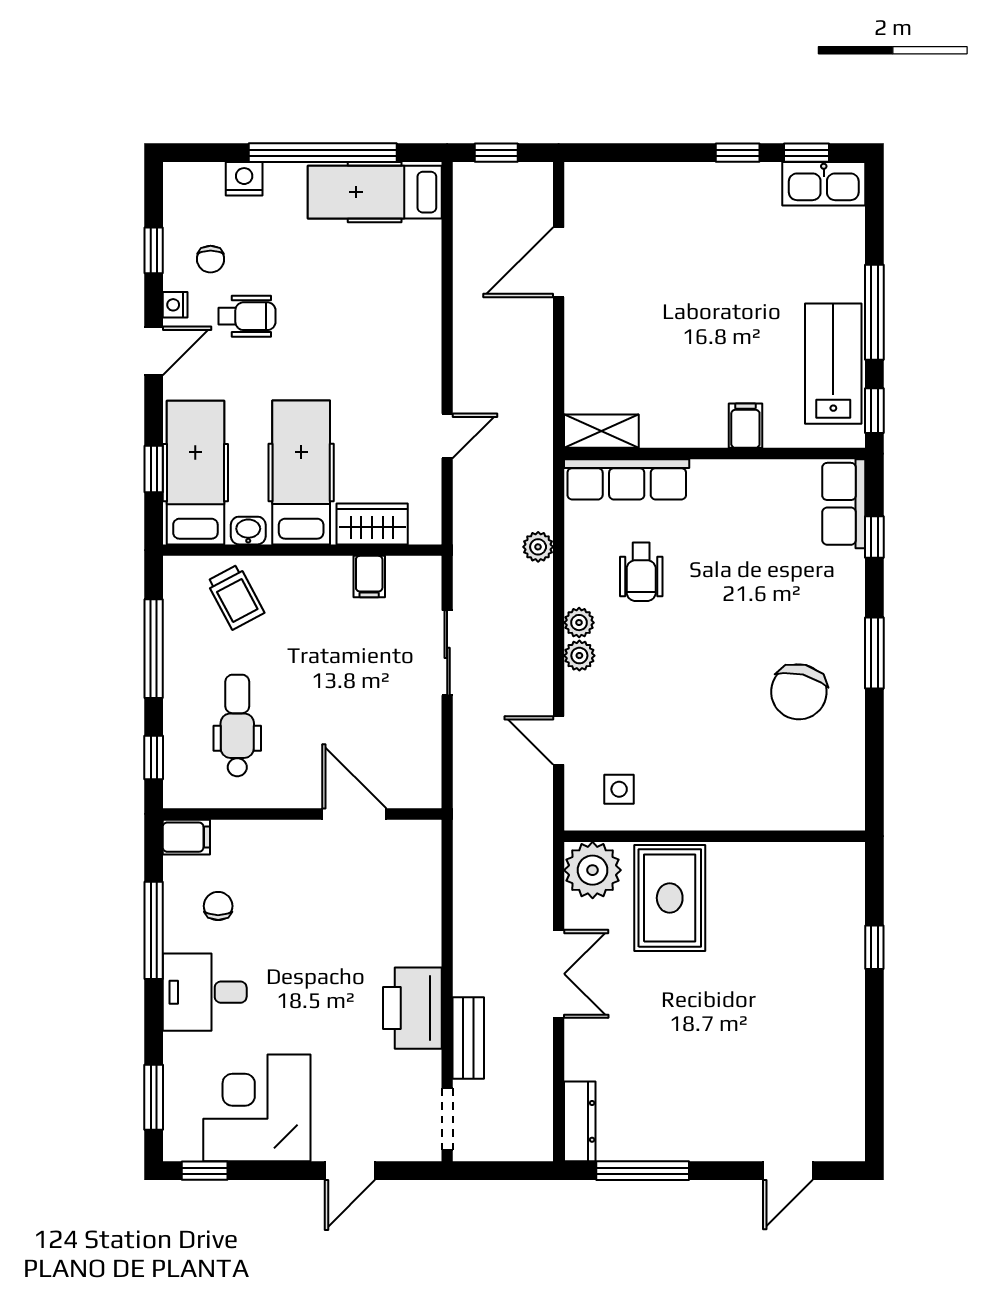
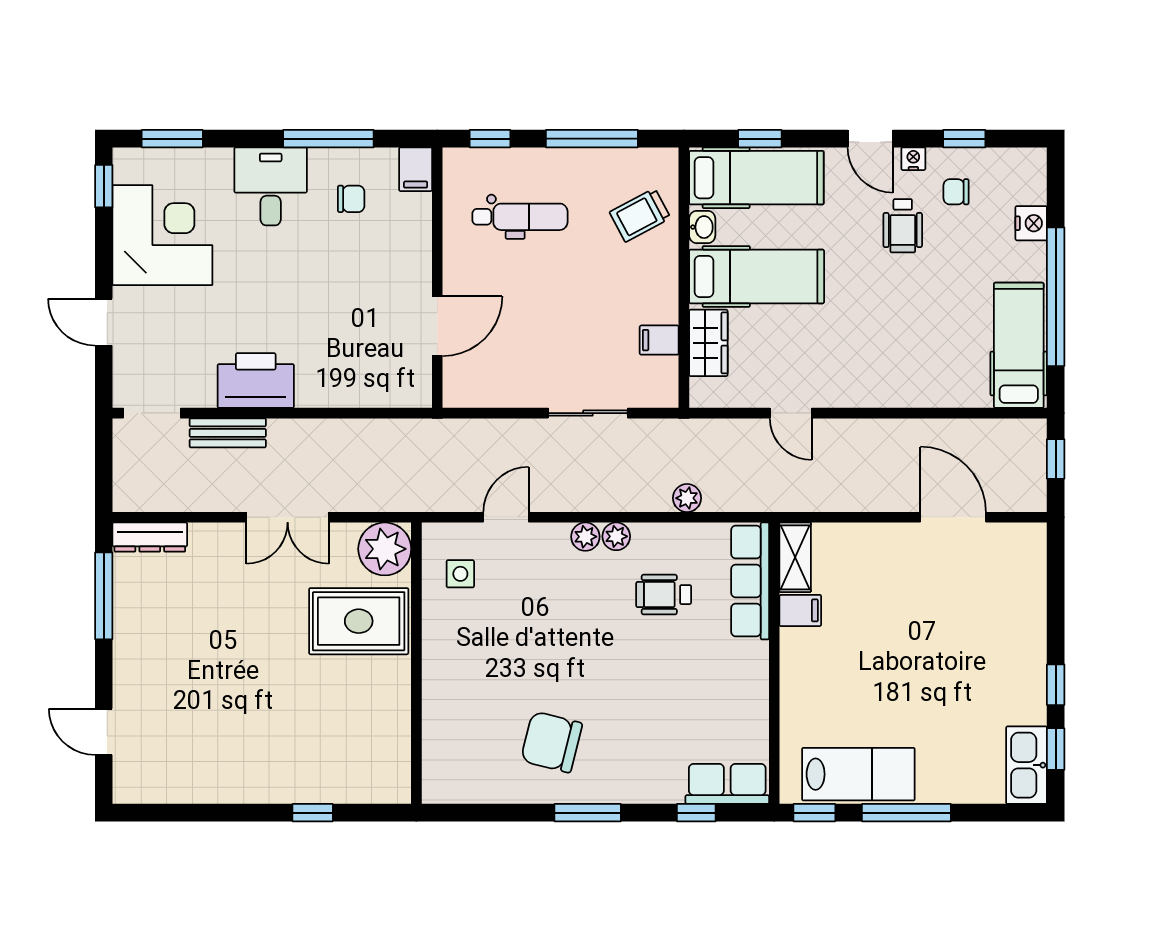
filing cabinet: (745, 426) -> (800, 610), moved

